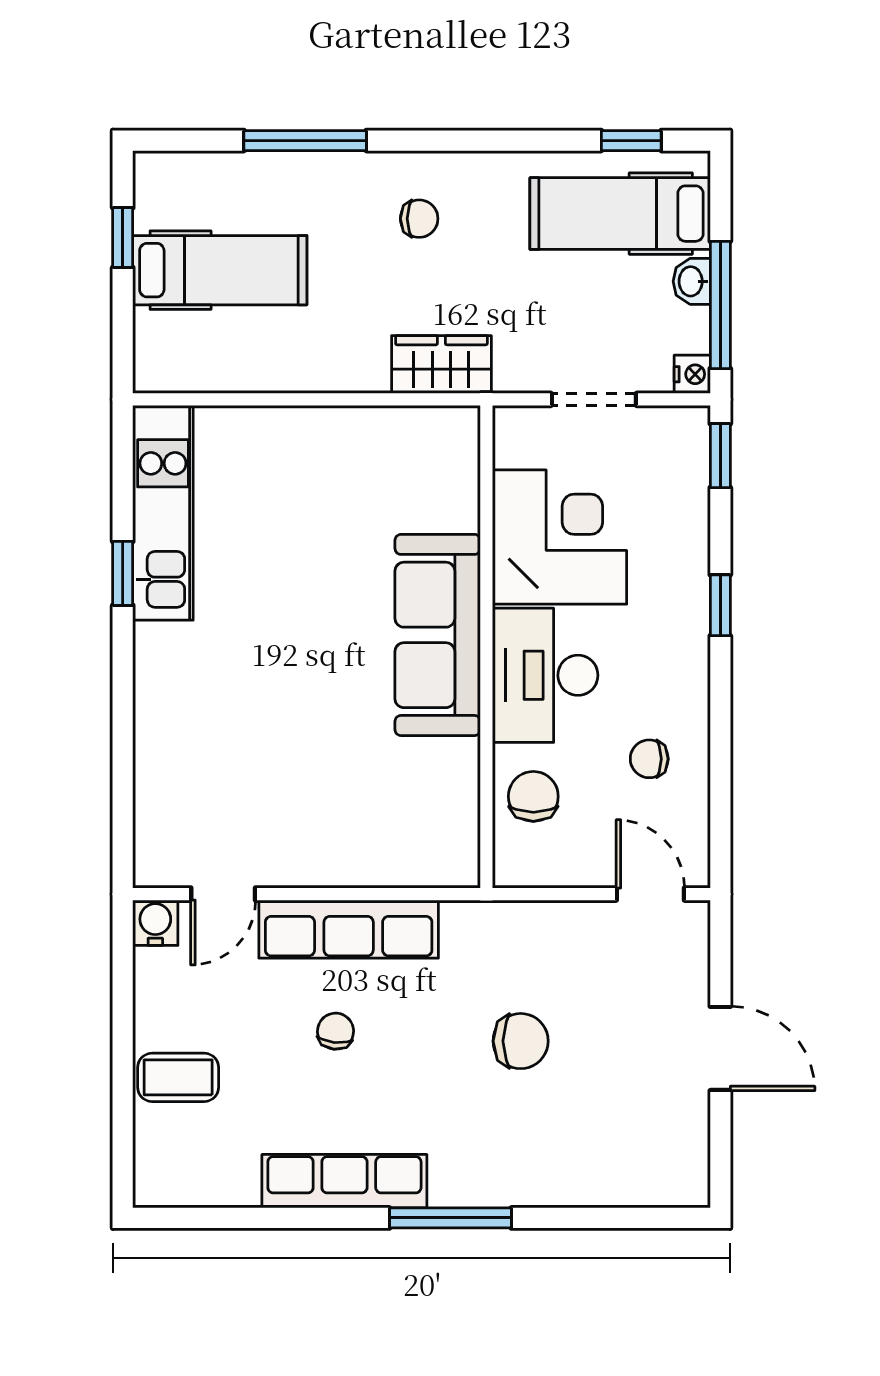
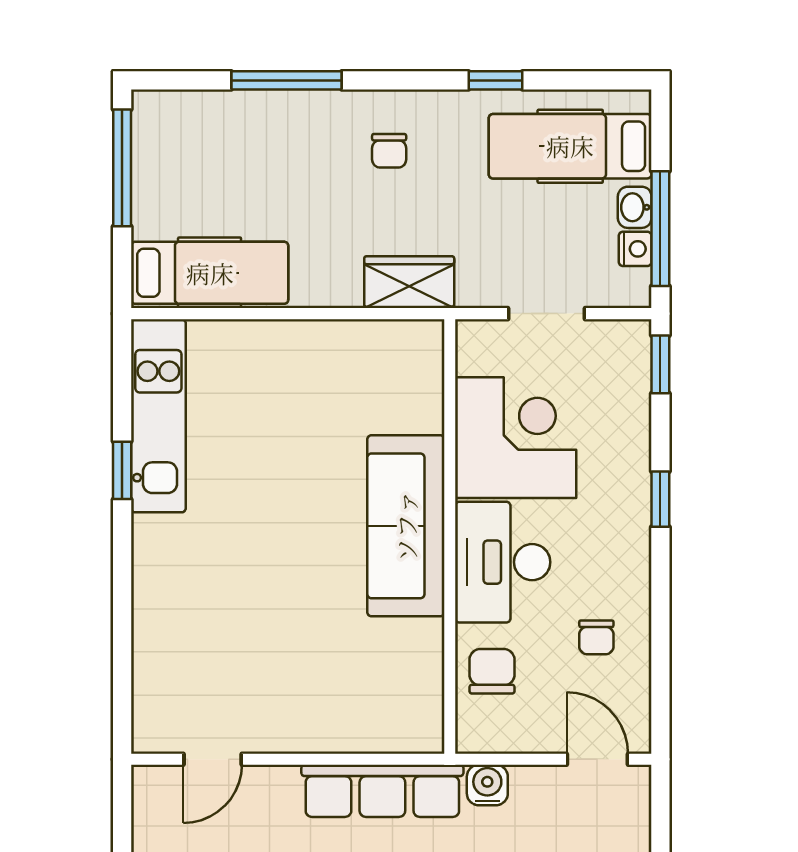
window: (631, 141) -> (496, 80), moved
chair: (419, 219) -> (389, 151), turned 90
window: (123, 238) -> (122, 168), width x2.17
hospital bed: (220, 270) -> (210, 273), moved
nightstand: (692, 374) -> (635, 249), moved
chair: (649, 759) -> (596, 637), turned -90
water cooler: (155, 923) -> (487, 785), moved
row of seats: (349, 929) -> (382, 791), moved

